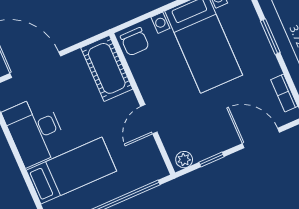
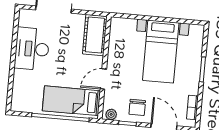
chair: (135, 42) -> (137, 107), moved
bed: (71, 171) -> (71, 101), moved, turned 180

